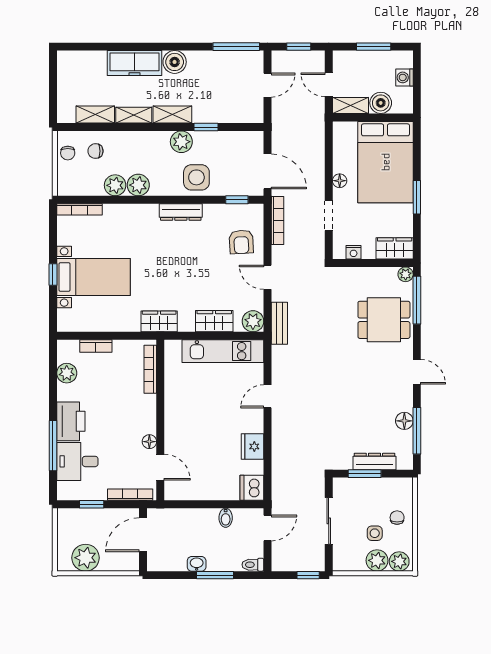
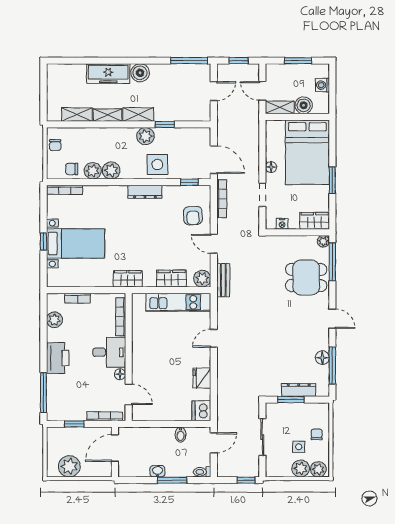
chair: (95, 151) -> (72, 169), moved
window: (53, 446) -> (43, 393), moved
desk: (77, 461) -> (109, 352), moved, turned 180

